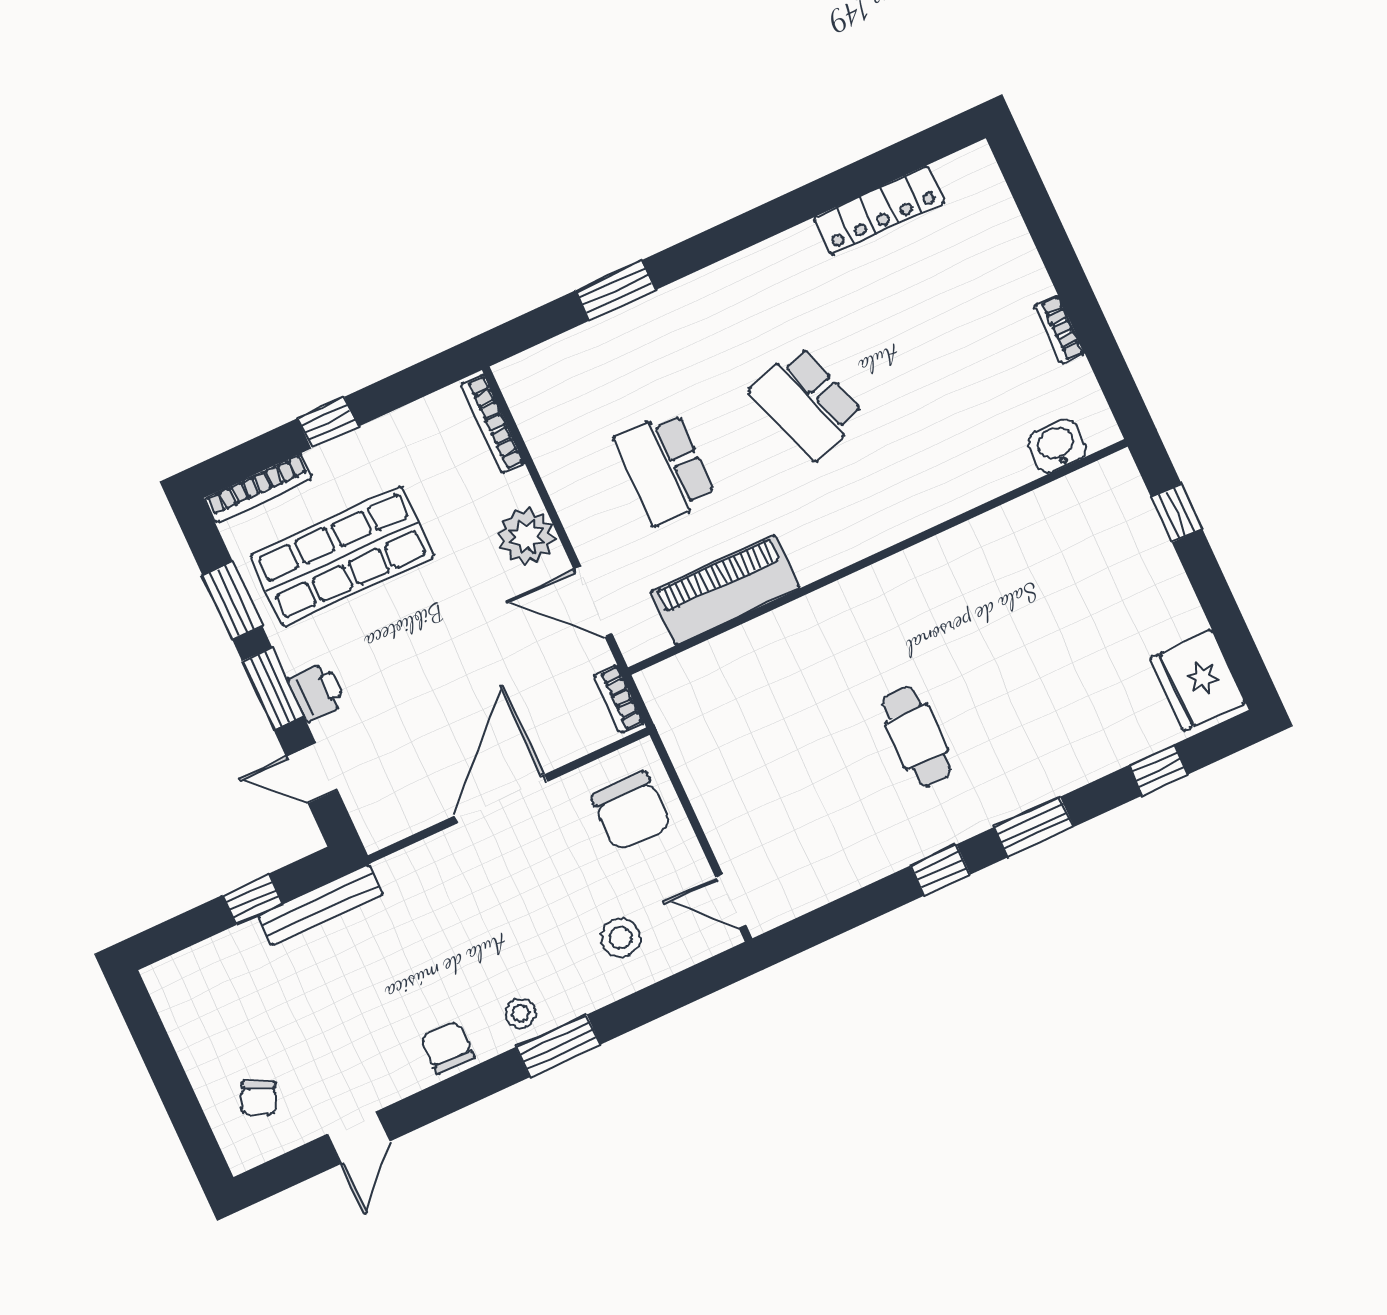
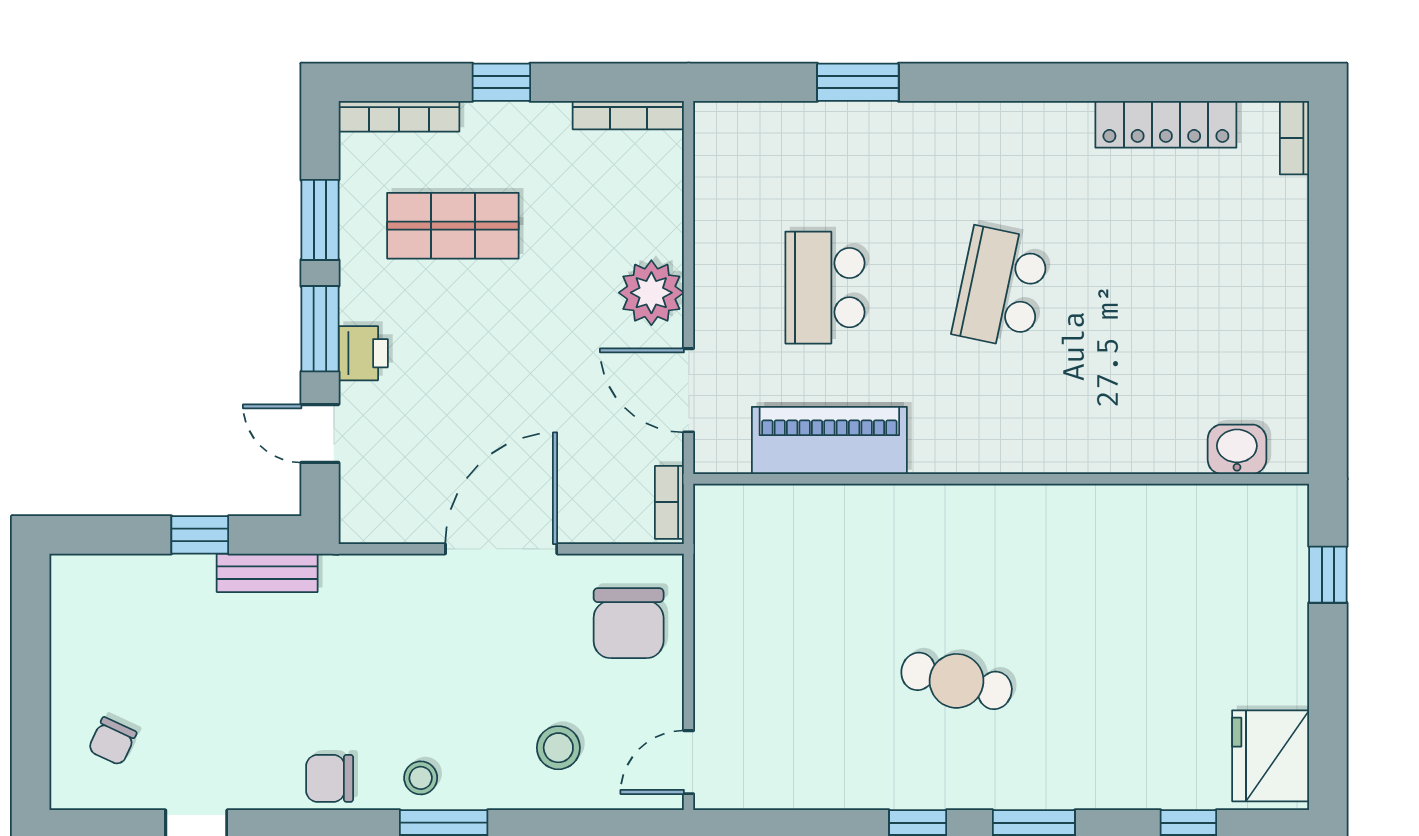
bookcase: (1060, 329) -> (1295, 138), moved
school desk: (807, 403) -> (1001, 288), turned 30
bookcase: (493, 424) -> (628, 115), moved, turned -90
shop shelf: (342, 556) -> (453, 226), width x0.70, depth x0.74
cafe table: (917, 736) -> (957, 681), turned -76
door: (731, 901) -> (689, 762), hinge flipped
bench: (321, 905) -> (267, 573), width x0.73
chair: (447, 1047) -> (330, 778), turned -90

